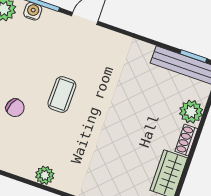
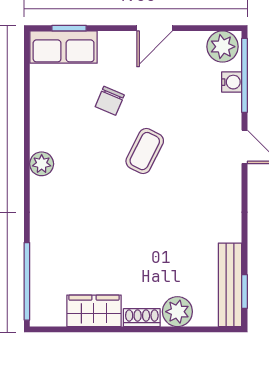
coffee table: (62, 95) -> (145, 151), turned -64

